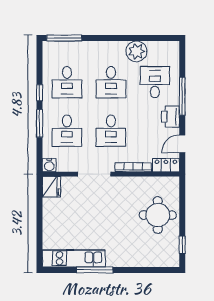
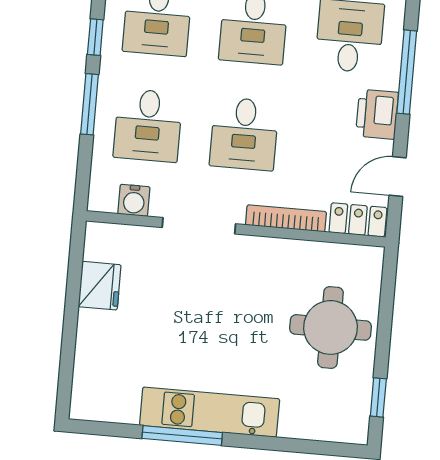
water cooler: (49, 165) -> (134, 200), moved
fridge: (51, 187) -> (100, 286), moved
kitchen unit: (74, 258) -> (210, 412), moved

